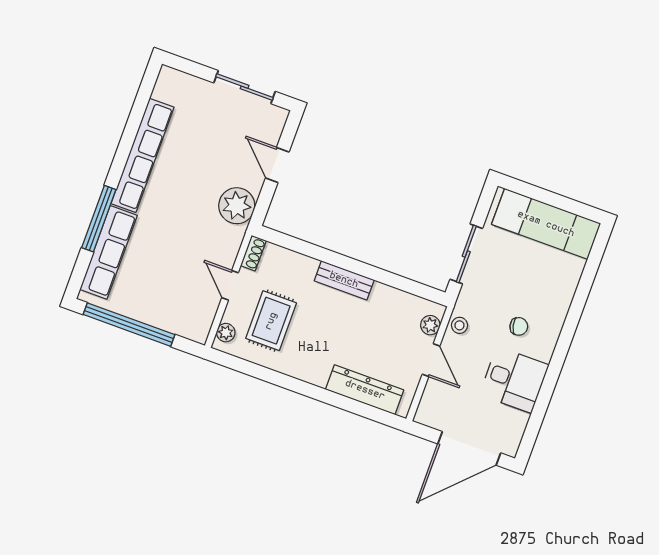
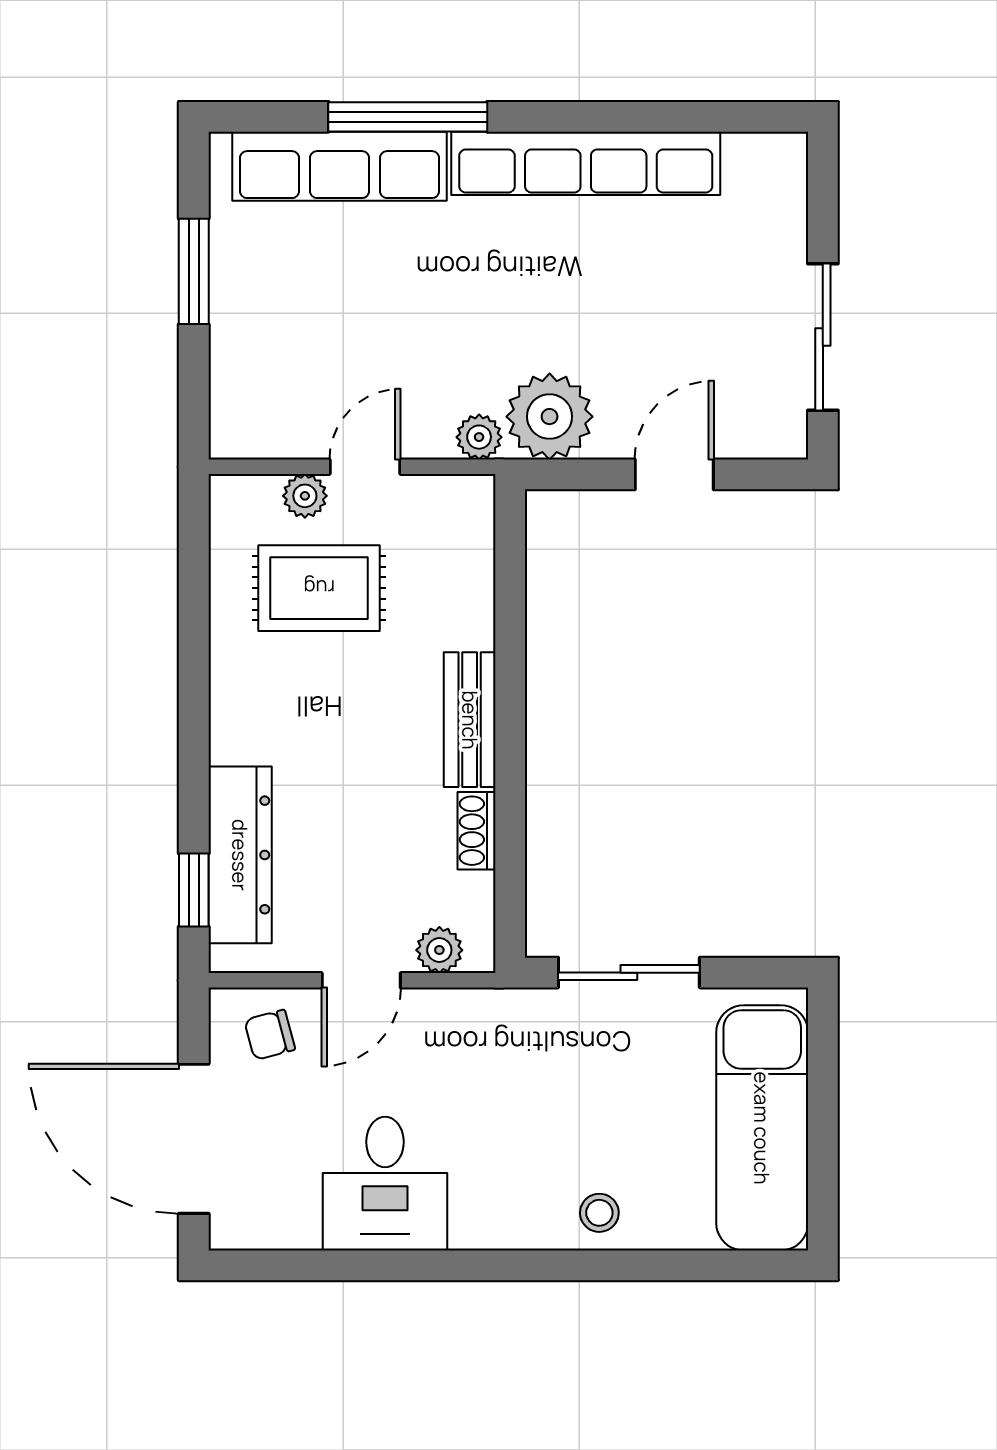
plant: (235, 236) -> (479, 437), added
shoe rack: (253, 253) -> (476, 831), moved, turned 90
window: (129, 325) -> (194, 271), width x0.47
stool: (459, 325) -> (599, 1213), moved
chair: (519, 326) -> (270, 1035), moved, turned 88
plant: (226, 333) -> (305, 496), moved
window: (372, 413) -> (194, 890), added

